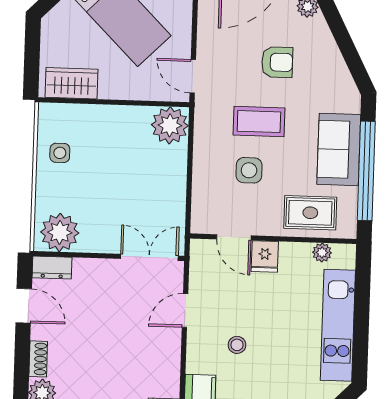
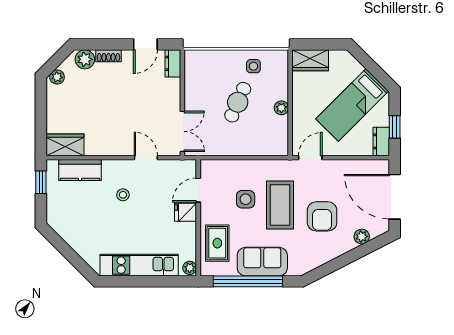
armchair: (277, 62) -> (322, 216), width x1.38, depth x1.38
wardrobe: (72, 83) -> (310, 60), moved, turned 90
coffee table: (259, 122) -> (280, 205), width x1.36, depth x1.32
plant: (170, 125) -> (281, 108), moved, width x0.53, depth x0.53
cafe table: (110, 177) -> (238, 102), added
plant: (60, 232) -> (198, 68), removed
plant: (322, 252) -> (190, 268), moved

